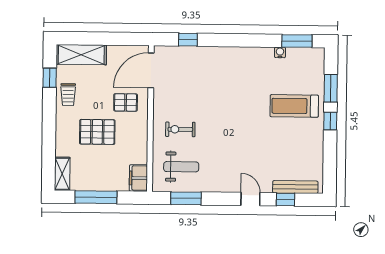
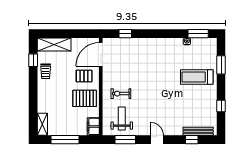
window: (330, 121) -> (221, 106), moved
pallet: (97, 132) -> (85, 98), moved
weight bench: (181, 167) -> (122, 119), turned -90
door: (250, 199) -> (157, 140), moved

